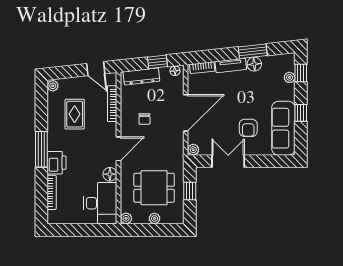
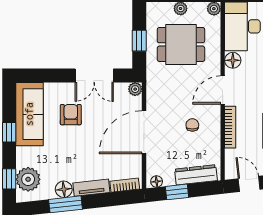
plant: (289, 77) -> (28, 179), width x1.88, depth x1.88
bookcase: (112, 104) -> (230, 127), moved

